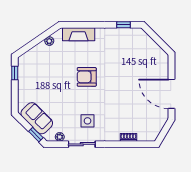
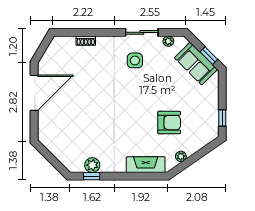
plant: (123, 34) -> (92, 165), added
armchair: (87, 77) -> (169, 123), moved
door: (171, 94) -> (34, 93), hinge flipped
window: (36, 135) -> (209, 56), moved

